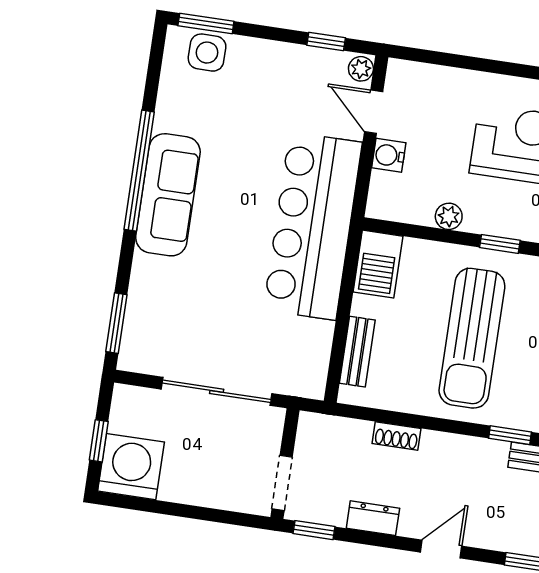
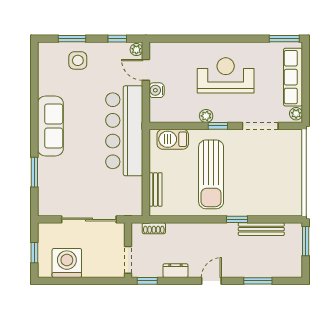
window: (206, 23) -> (72, 39), moved
side table: (207, 53) -> (78, 60), moved
window: (139, 171) -> (34, 116), removed
plant: (449, 216) -> (206, 116), moved
barbecue: (378, 264) -> (173, 139), moved, turned 90
window: (116, 323) -> (34, 172), moved
shoe rack: (397, 436) -> (154, 228), moved
washing machine: (131, 467) -> (67, 263), moved

